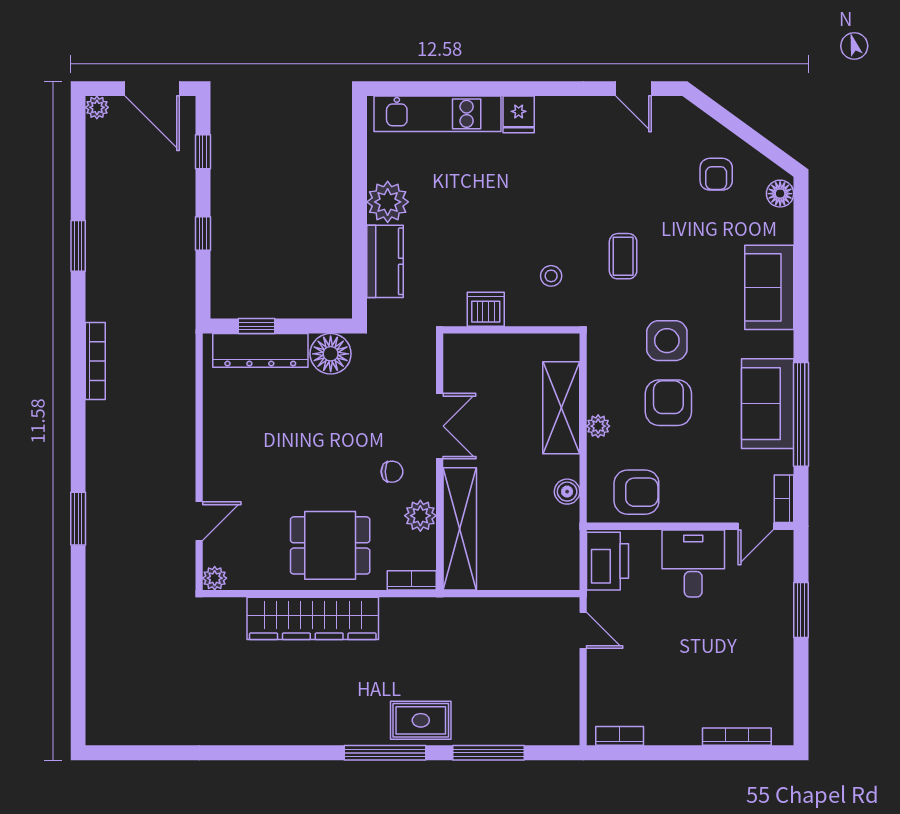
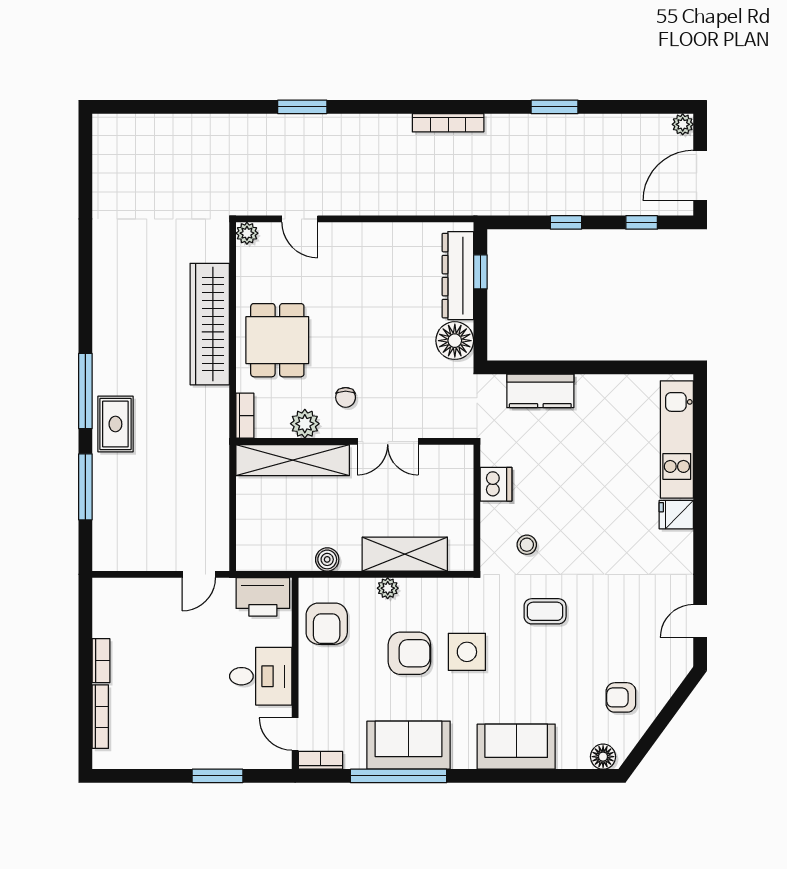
plant: (388, 202) -> (595, 393), removed
bookcase: (620, 736) -> (101, 661), moved

